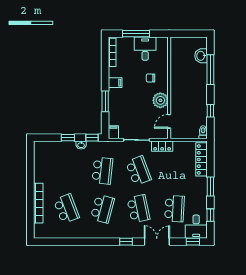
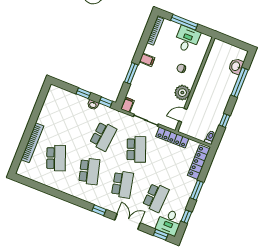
locker: (162, 146) -> (172, 137), width x1.53
school desk: (102, 209) -> (89, 171), turned -30

